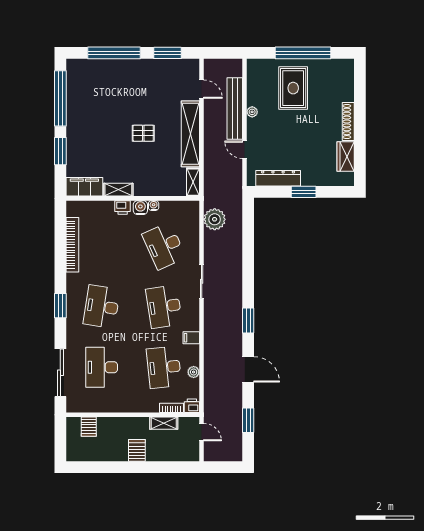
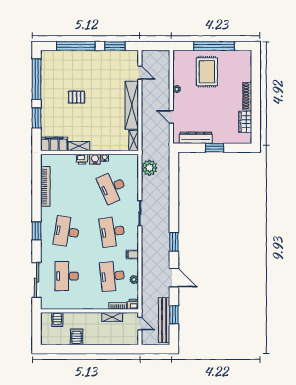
bench: (235, 108) -> (164, 320), moved
pallet: (143, 133) -> (77, 97), moved
server rack: (137, 450) -> (77, 337), moved

